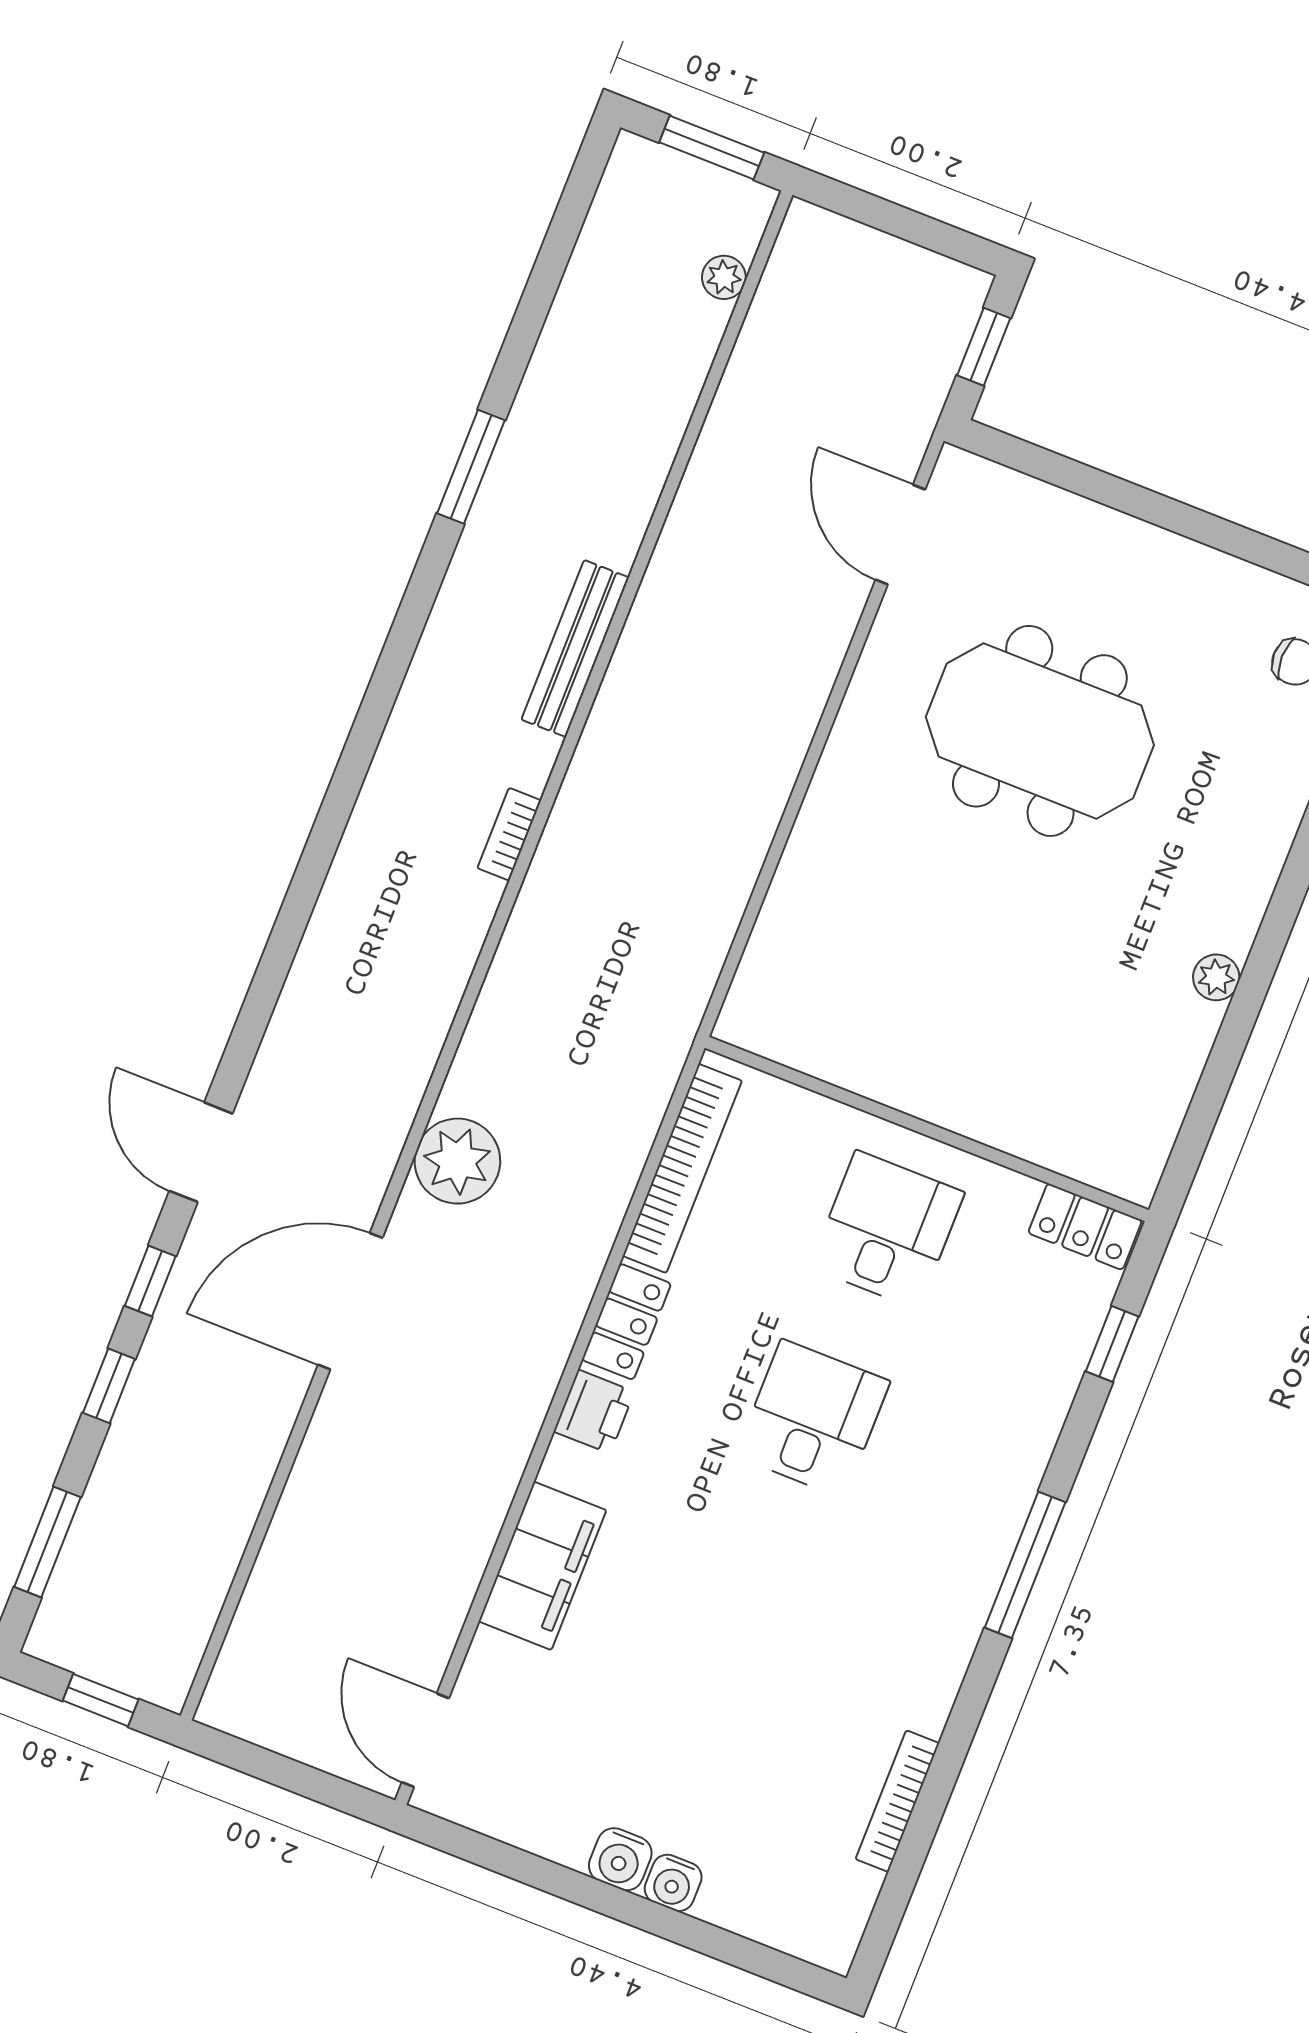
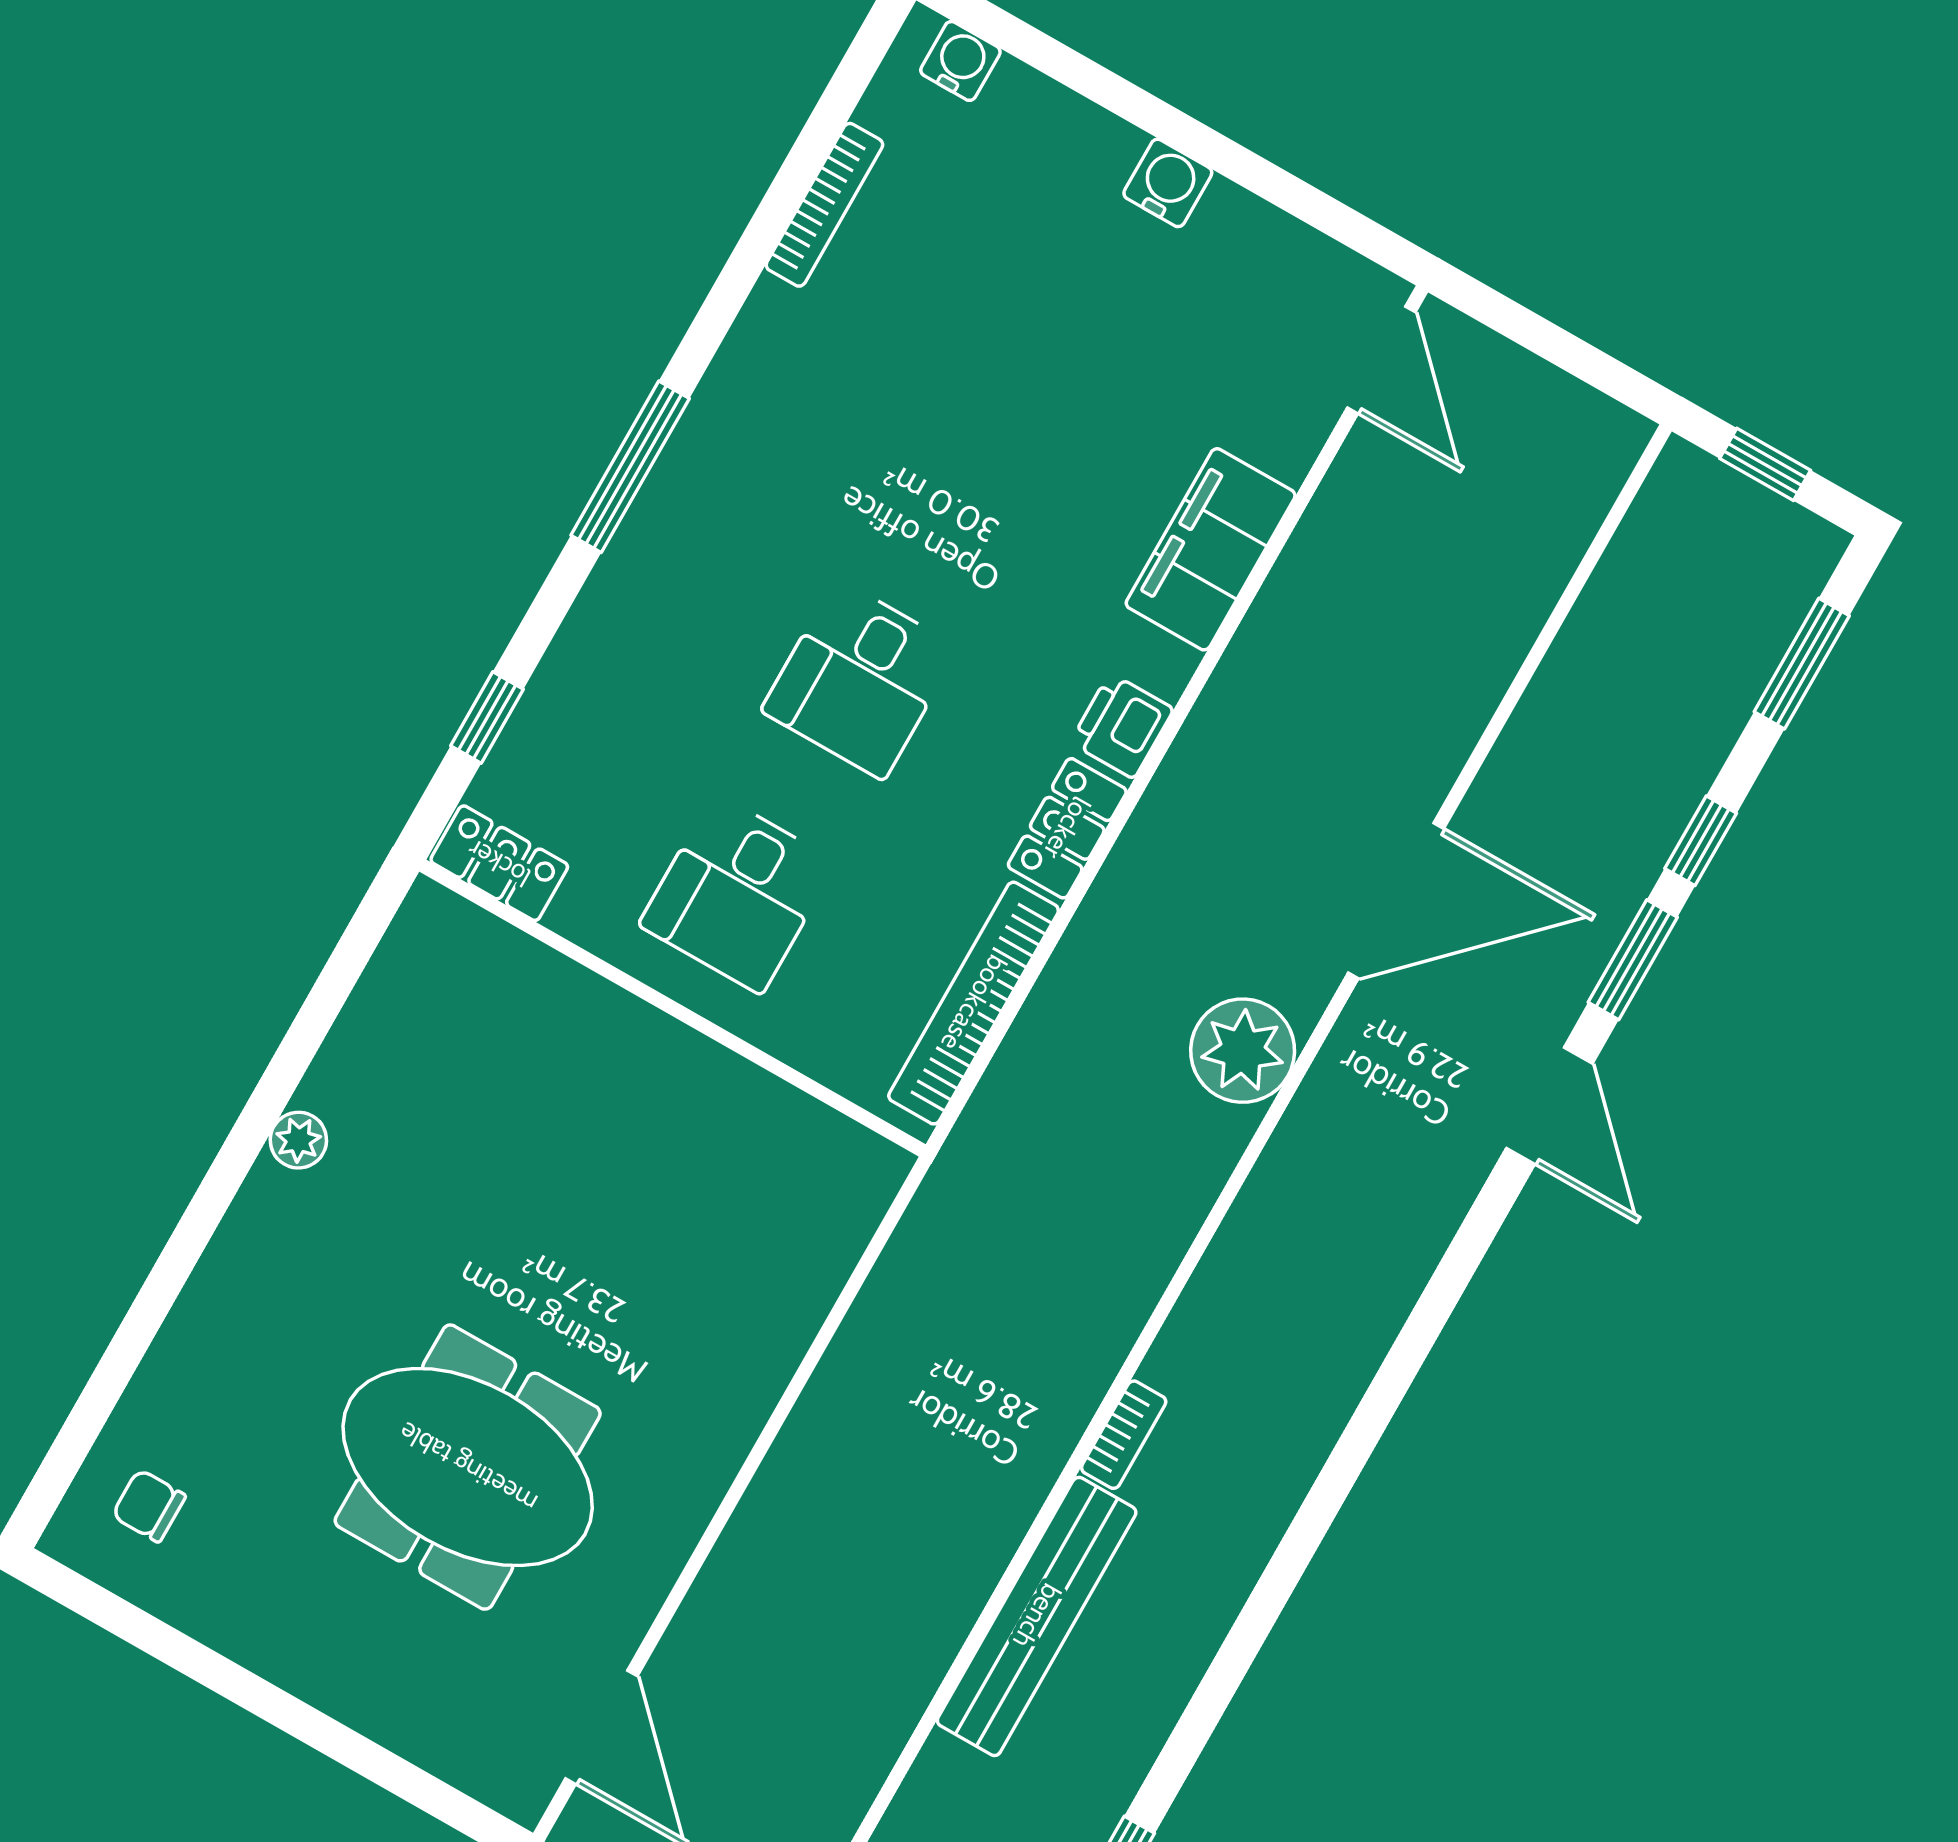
bench: (575, 649) -> (1037, 1616), width x1.37, depth x1.21
window: (150, 1281) -> (1633, 960), width x1.50
water cooler: (673, 1883) -> (960, 61), moved

